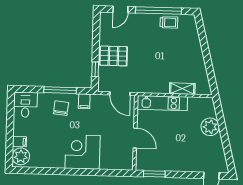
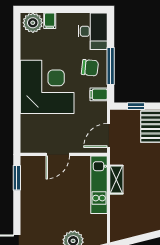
shelving: (182, 89) -> (116, 180), moved
desk: (25, 105) -> (93, 31), width x1.37
corner desk: (83, 152) -> (47, 87), width x1.36, depth x1.36

